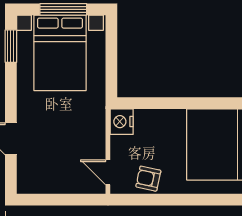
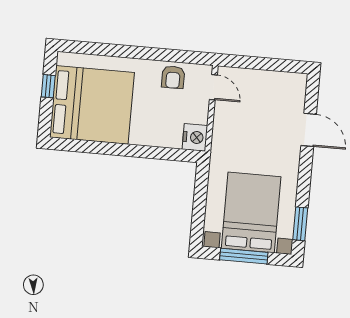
armchair: (148, 179) -> (173, 77), turned 78

